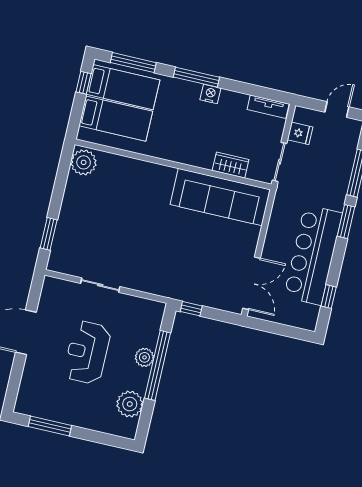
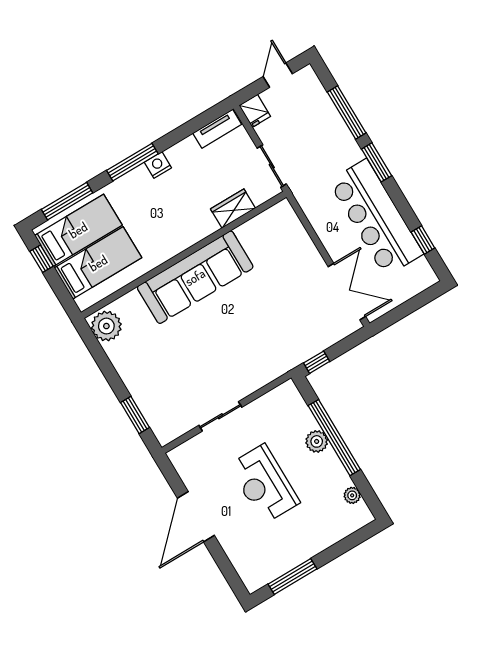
fridge: (300, 133) -> (255, 111), moved, turned 90
sofa: (220, 197) -> (195, 277), moved
plant: (130, 404) -> (352, 495), width x0.53, depth x0.53

